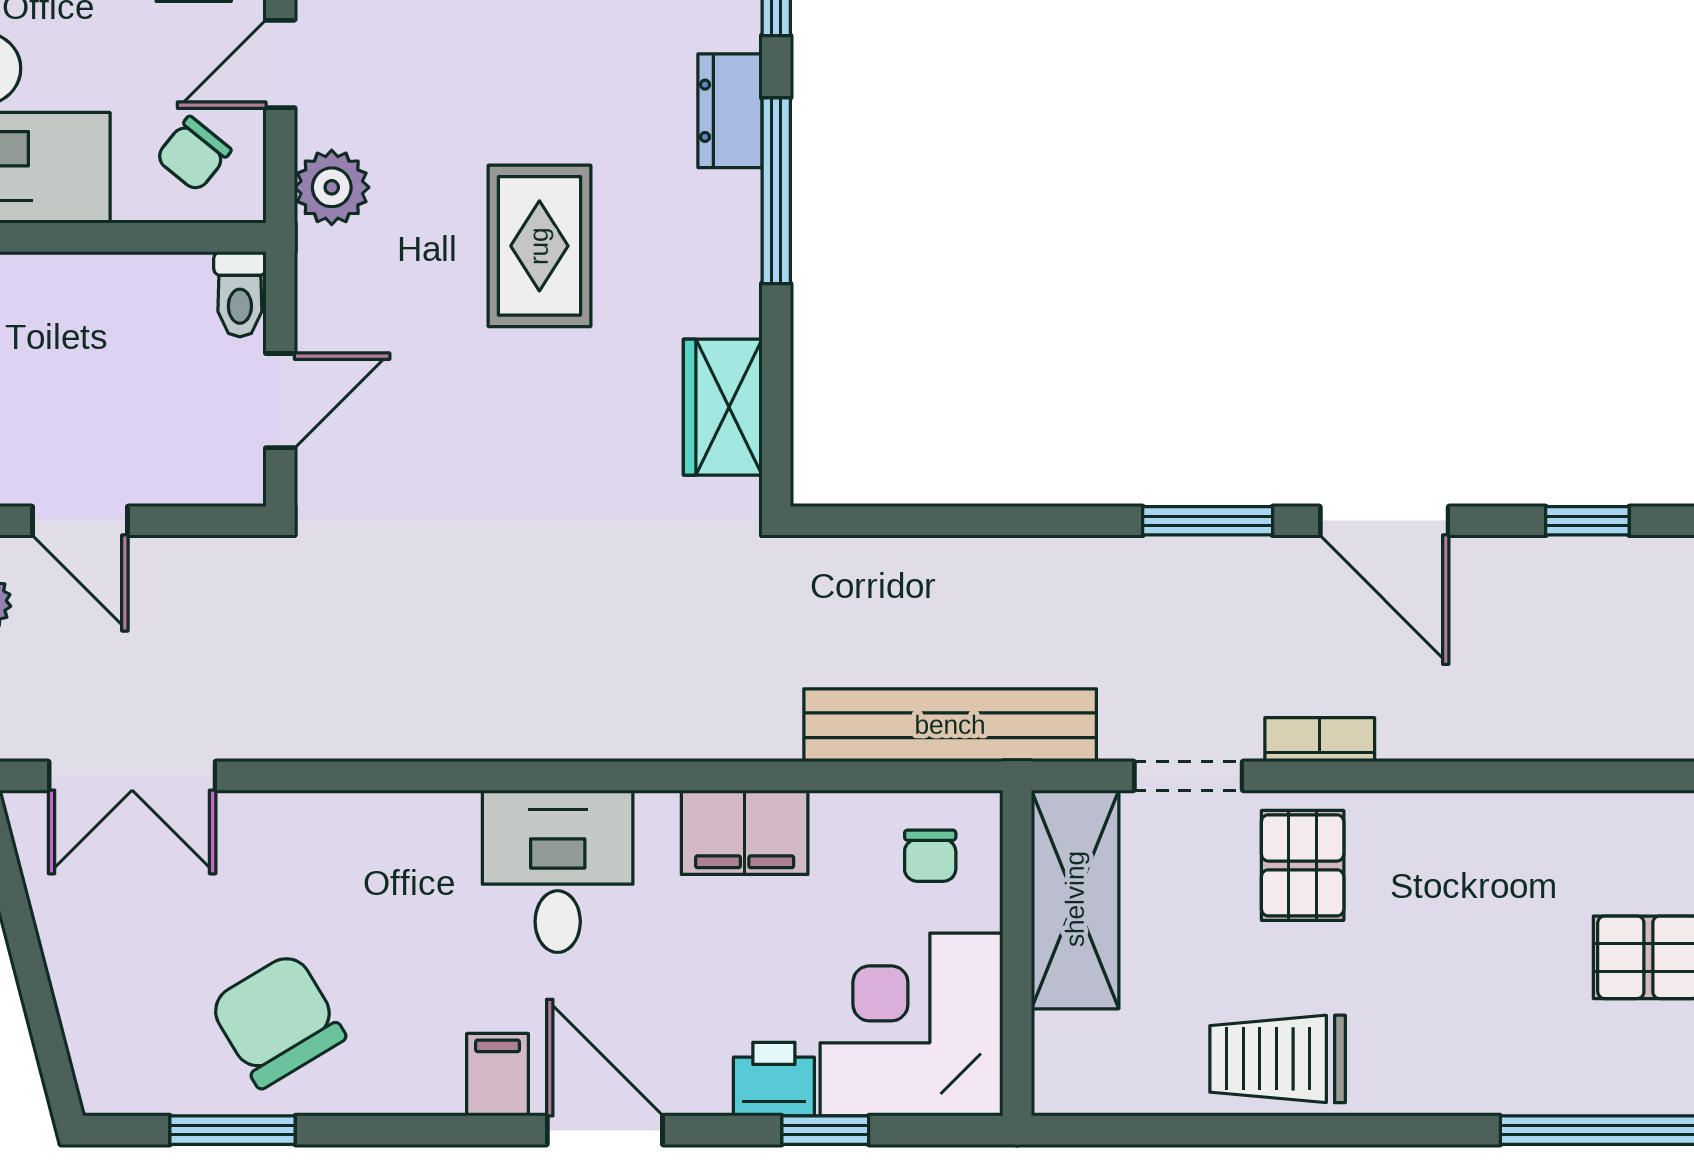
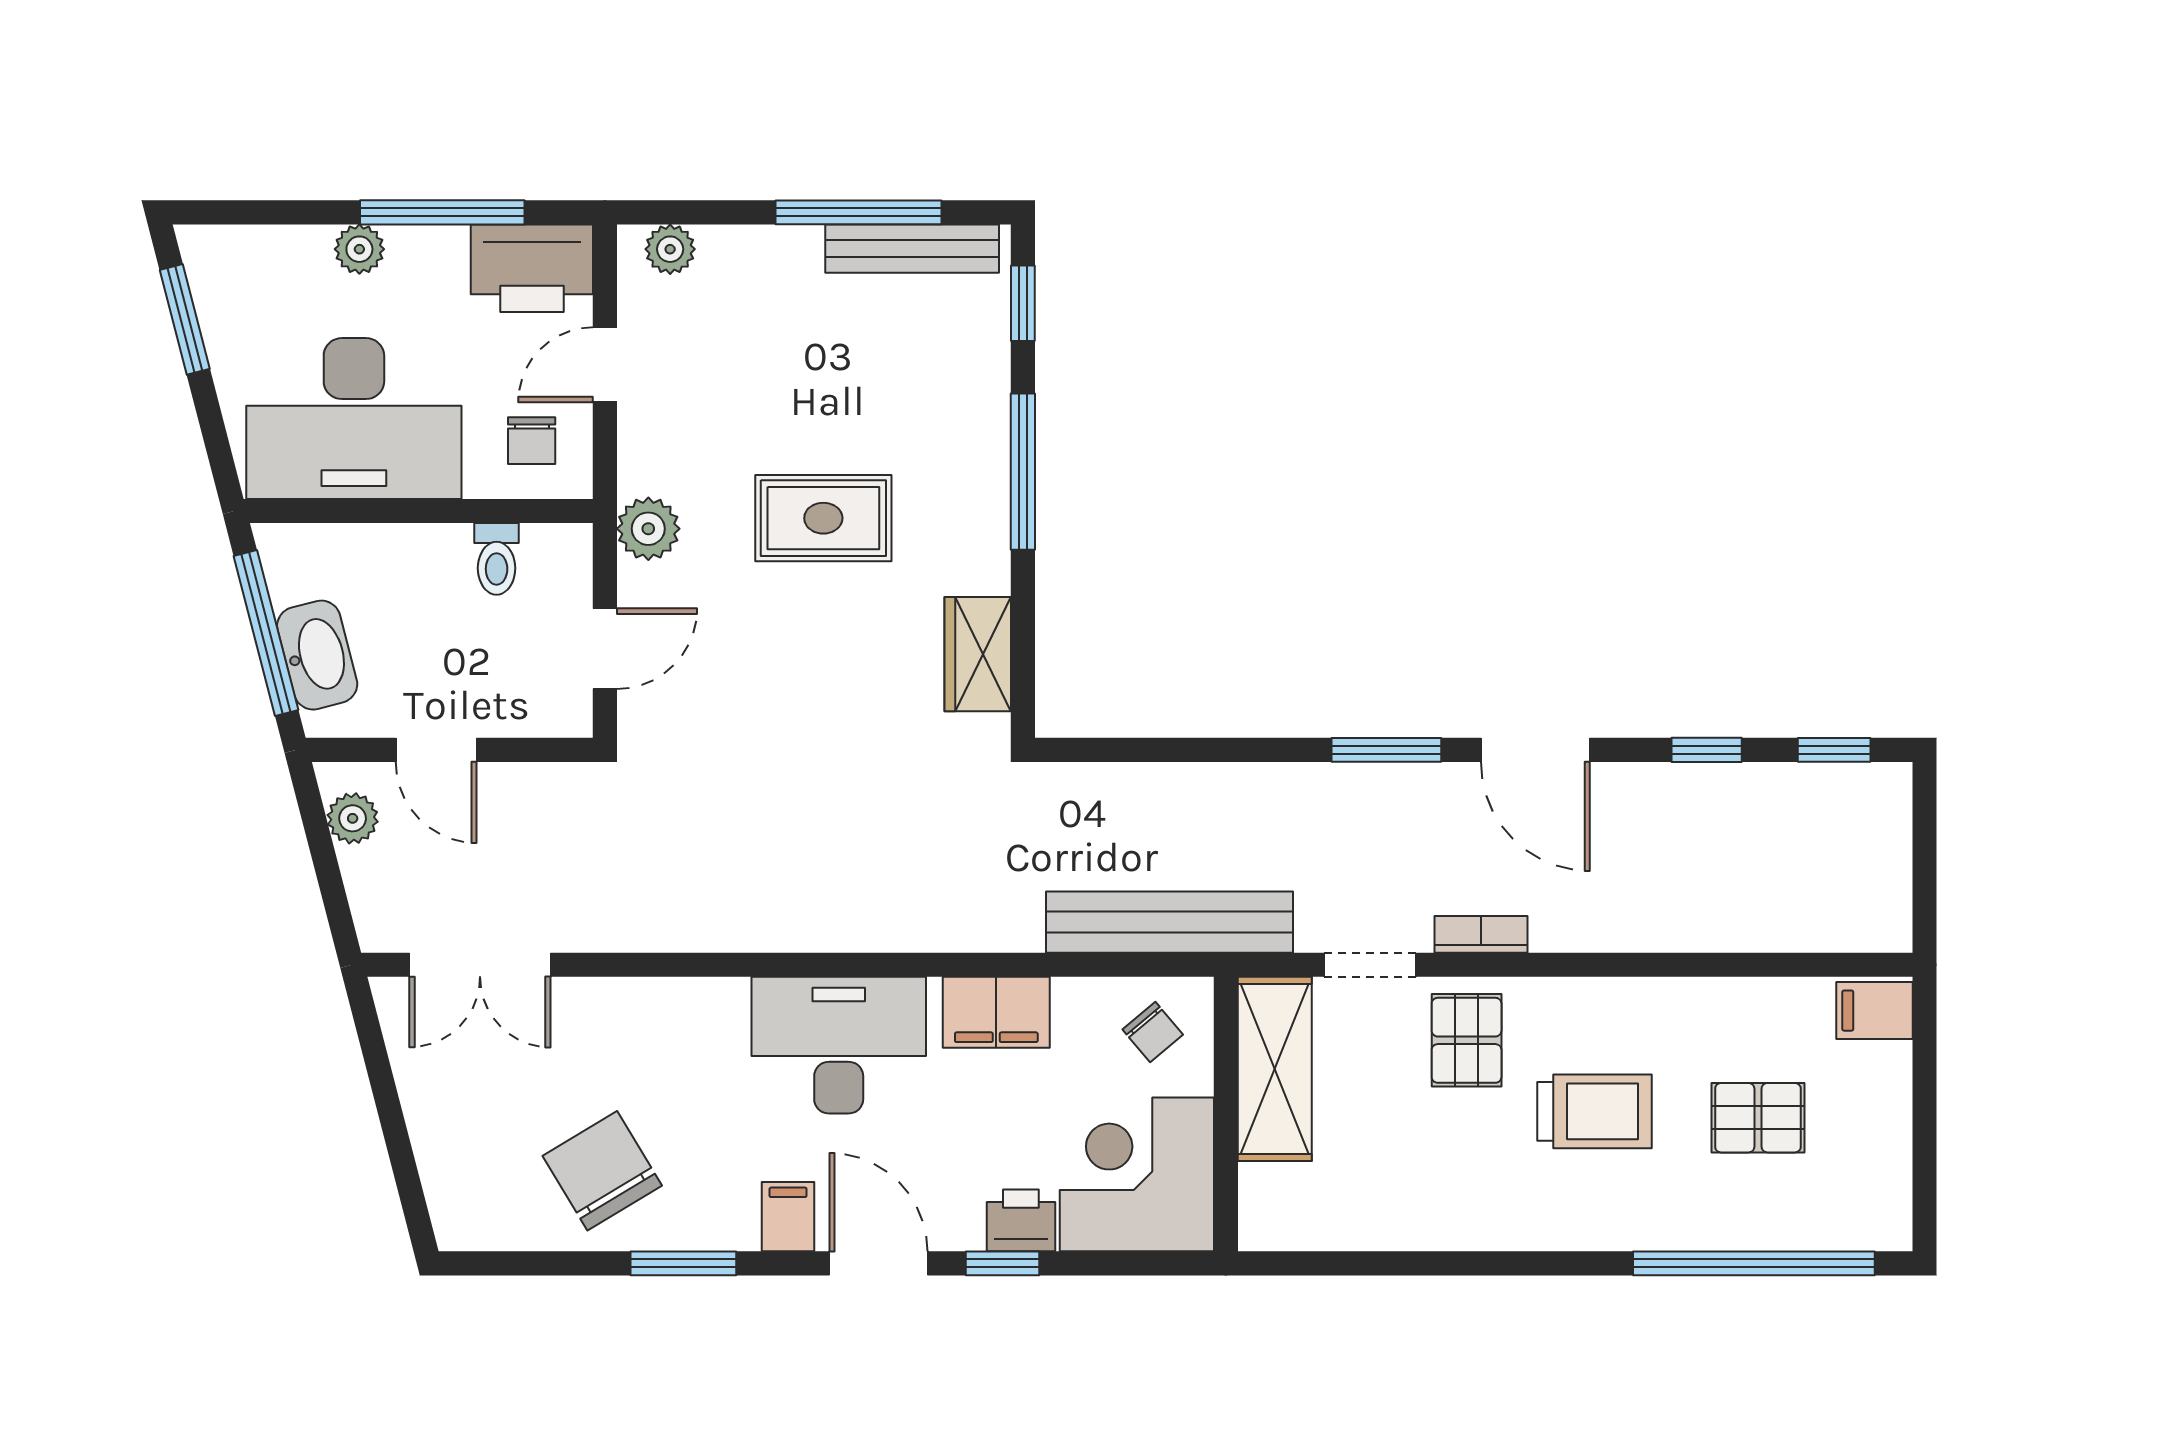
dresser: (730, 111) -> (984, 404), removed
chair: (193, 154) -> (532, 441), turned -39
plant: (332, 187) -> (648, 529), moved
rug: (539, 246) -> (823, 518), turned 90
toilet: (240, 294) -> (497, 559), moved
chair: (930, 856) -> (1153, 1032), turned -40
desk: (558, 871) -> (839, 1045), width x1.37
trolley: (1278, 1059) -> (1594, 1111), moved, turned 180
window: (233, 1130) -> (683, 1263), moved
window: (825, 1130) -> (1003, 1263), moved

